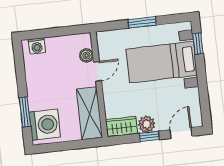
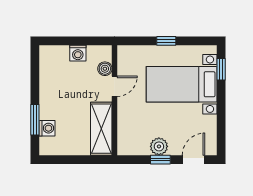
window: (142, 22) -> (166, 41), width x0.67
washing machine: (37, 46) -> (78, 53), moved
washing machine: (45, 125) -> (47, 128), width x0.53, depth x0.53
wardrobe: (122, 127) -> (133, 146), removed

